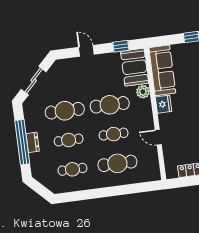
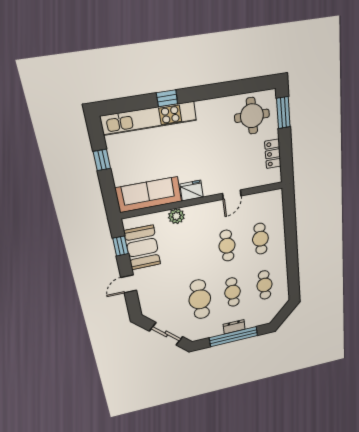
booth: (135, 67) -> (142, 248), moved, turned 90
cafe table: (110, 105) -> (193, 253), removed
cafe table: (117, 163) -> (260, 239), width x0.73, depth x0.74

